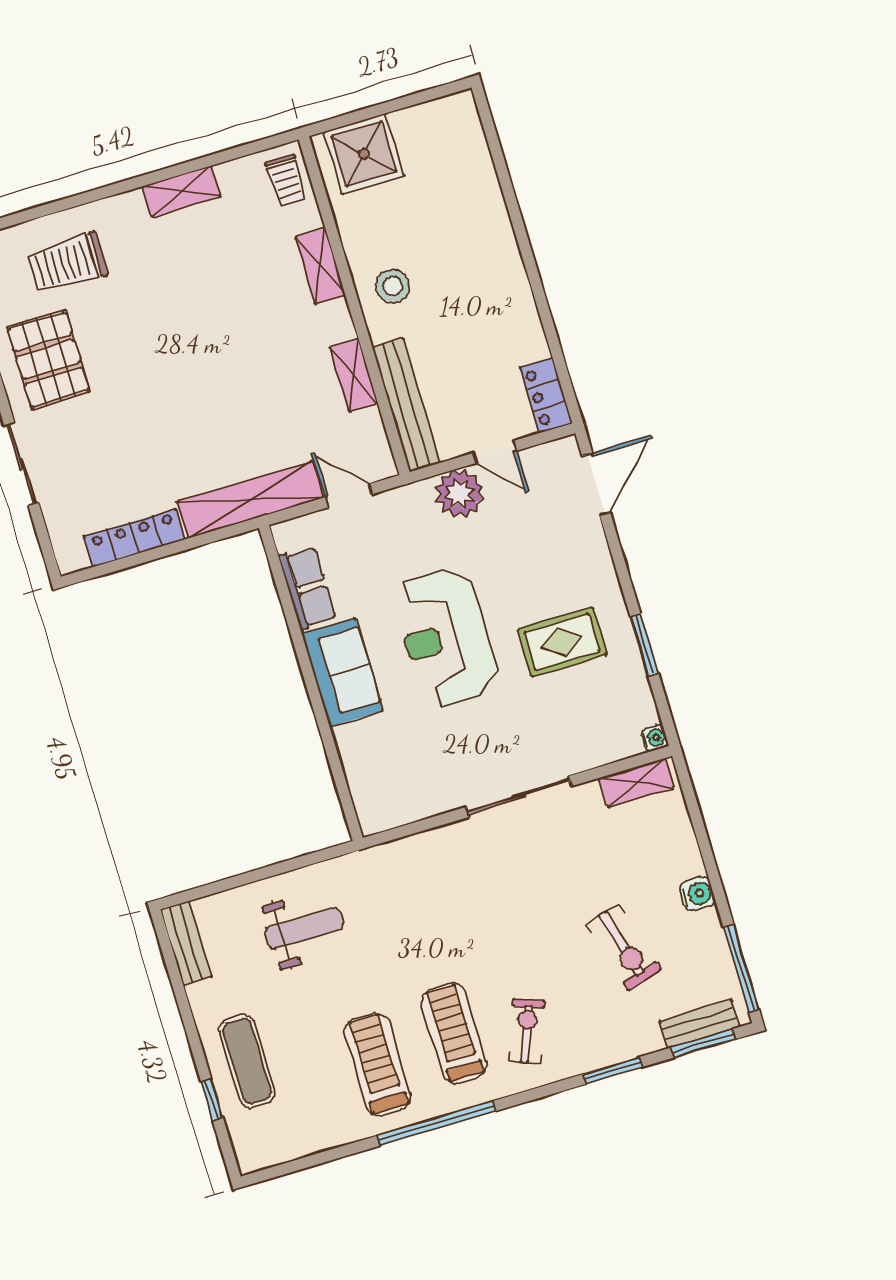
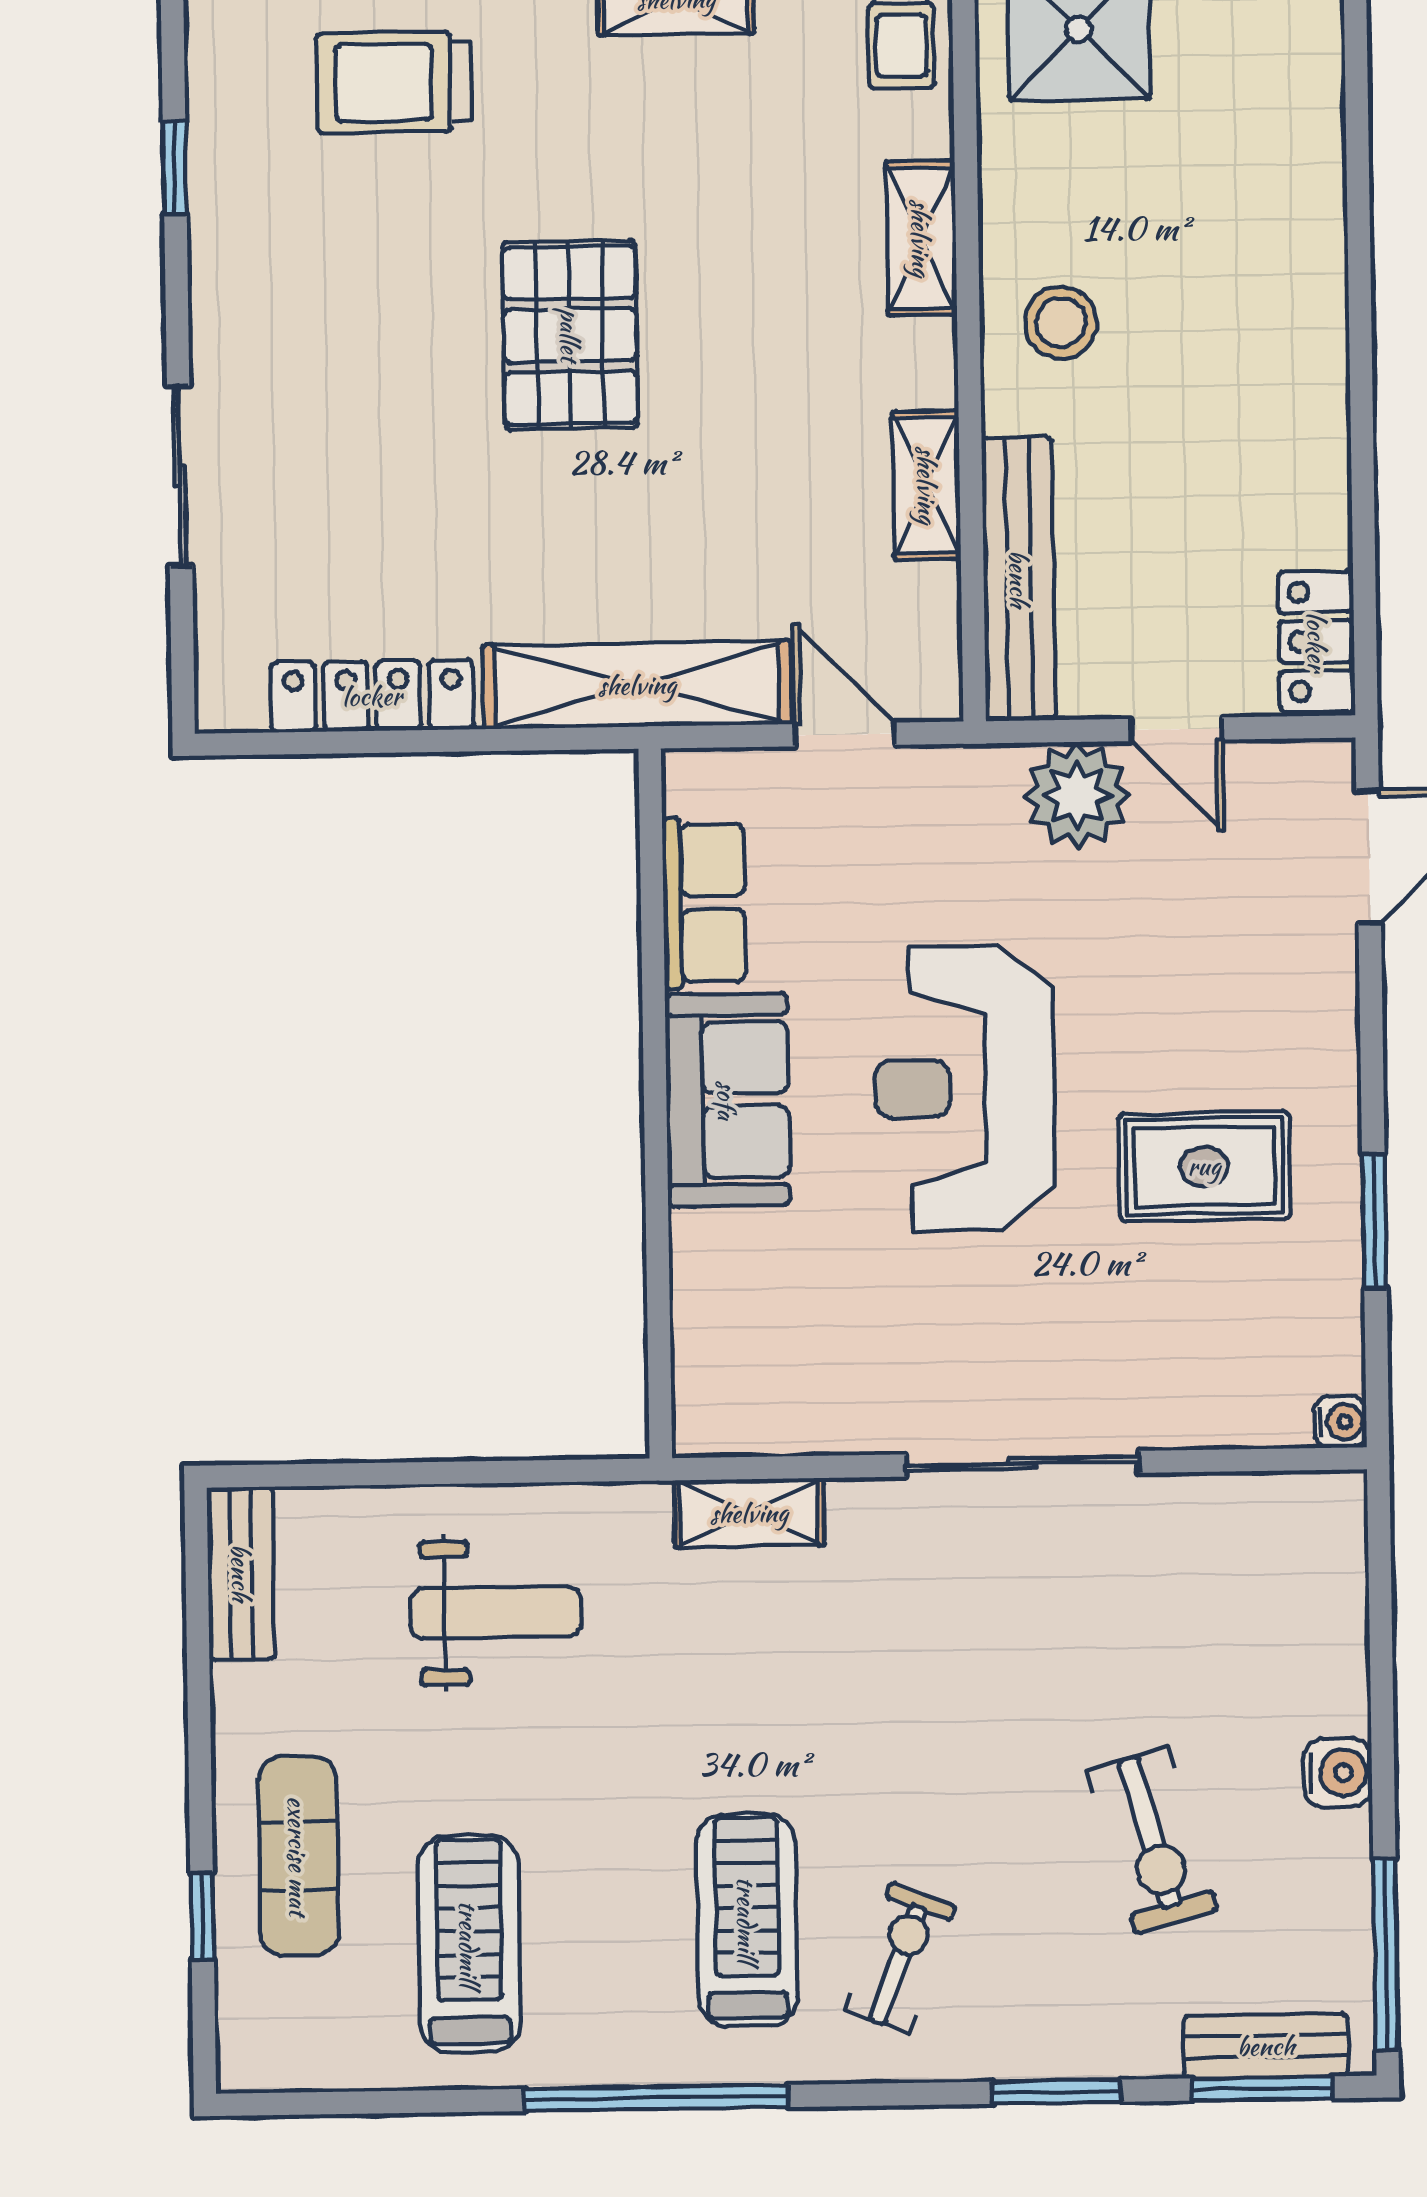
pallet: (48, 359) -> (570, 335), moved
shelving: (636, 783) -> (749, 1513), moved
treadmill: (377, 1064) -> (469, 1944), moved

